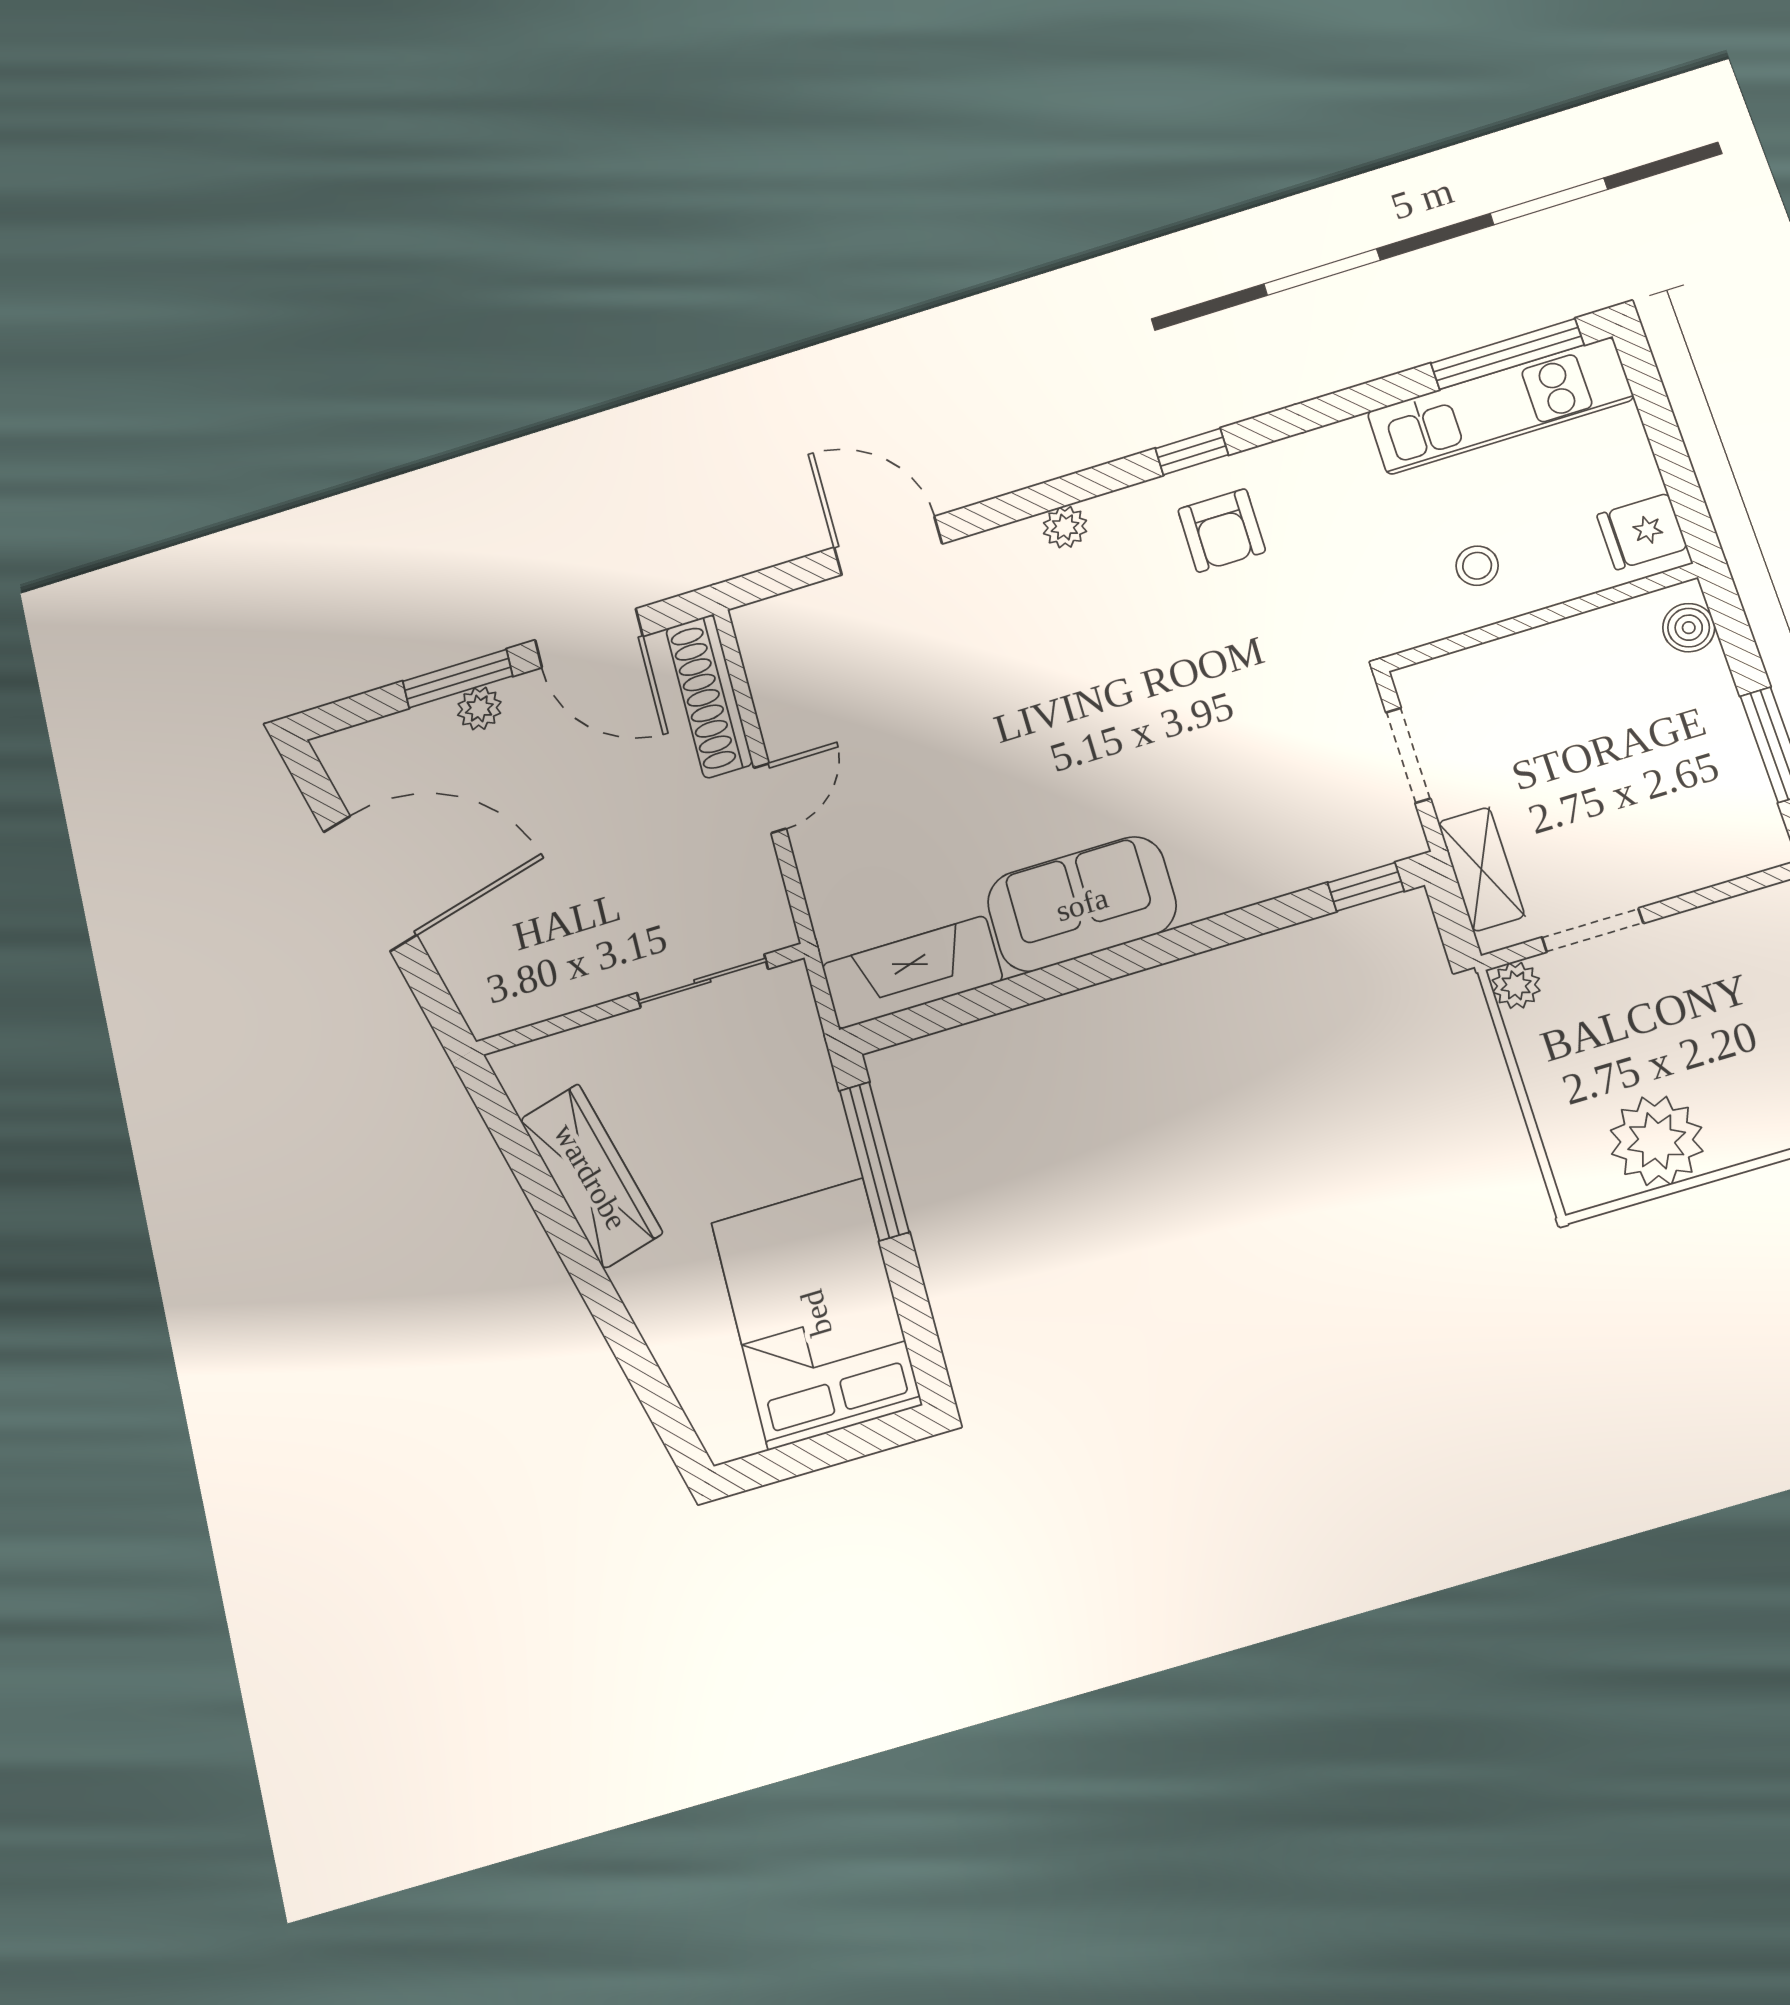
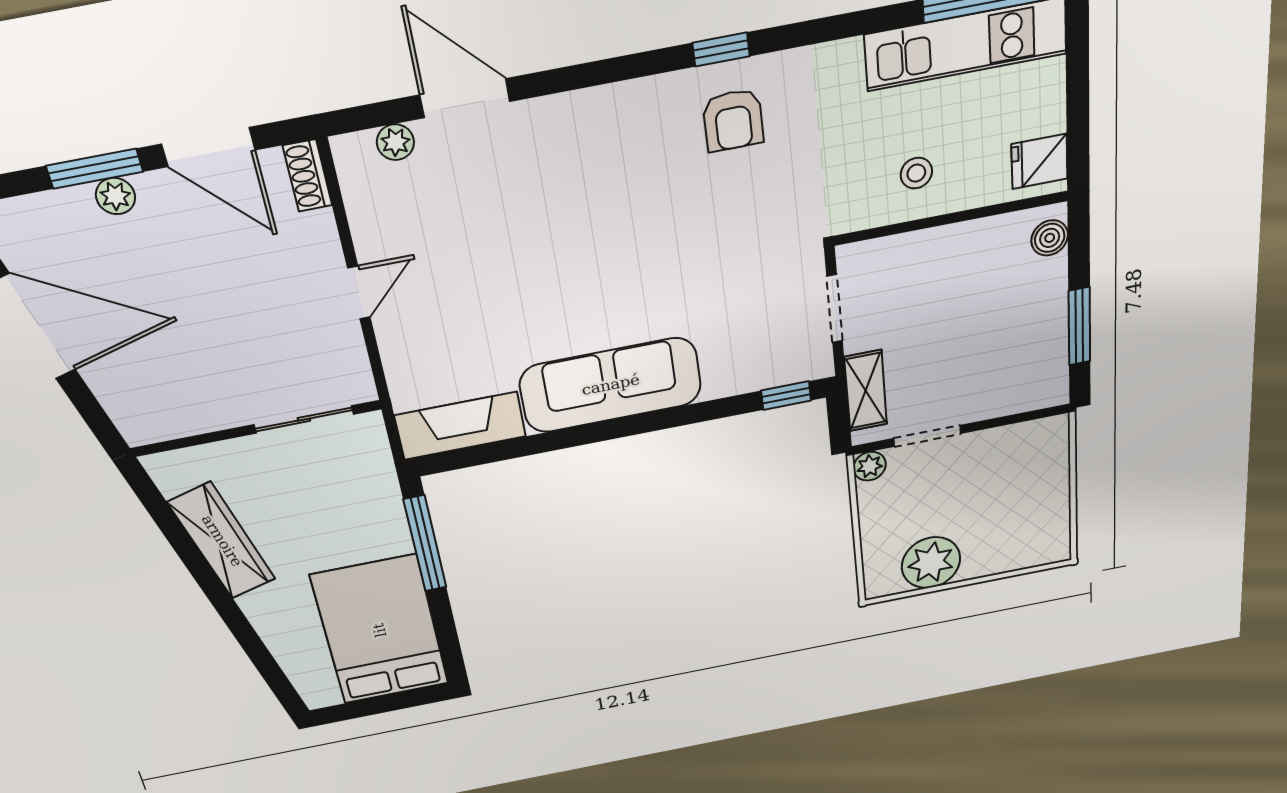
plant: (1065, 527) -> (395, 142), moved
shoe rack: (709, 696) -> (307, 176), width x0.51, depth x0.81
sofa: (1082, 904) -> (611, 385), width x1.36

